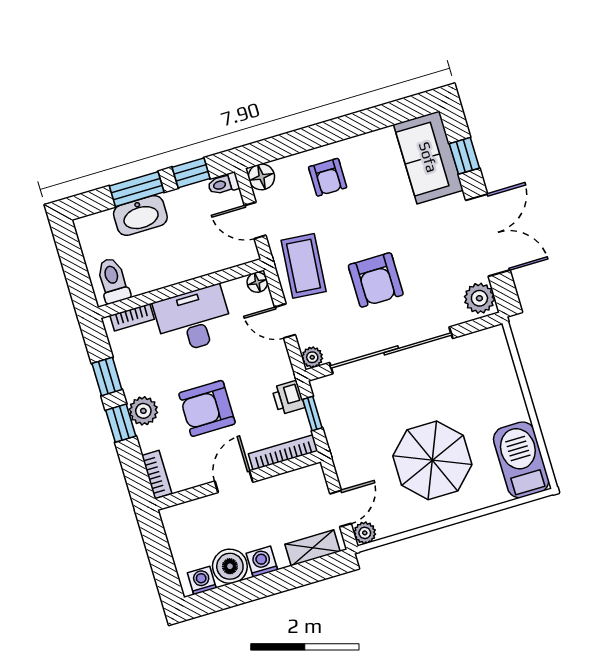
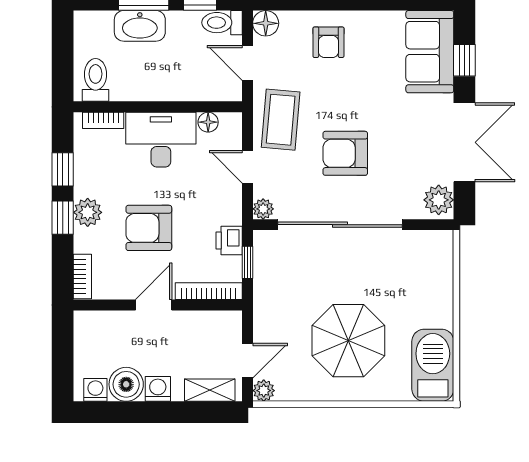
toilet: (223, 184) -> (222, 23), width x1.37, depth x1.39
armchair: (376, 280) -> (345, 153), turned 90
floor lamp: (257, 282) -> (208, 122), moved

